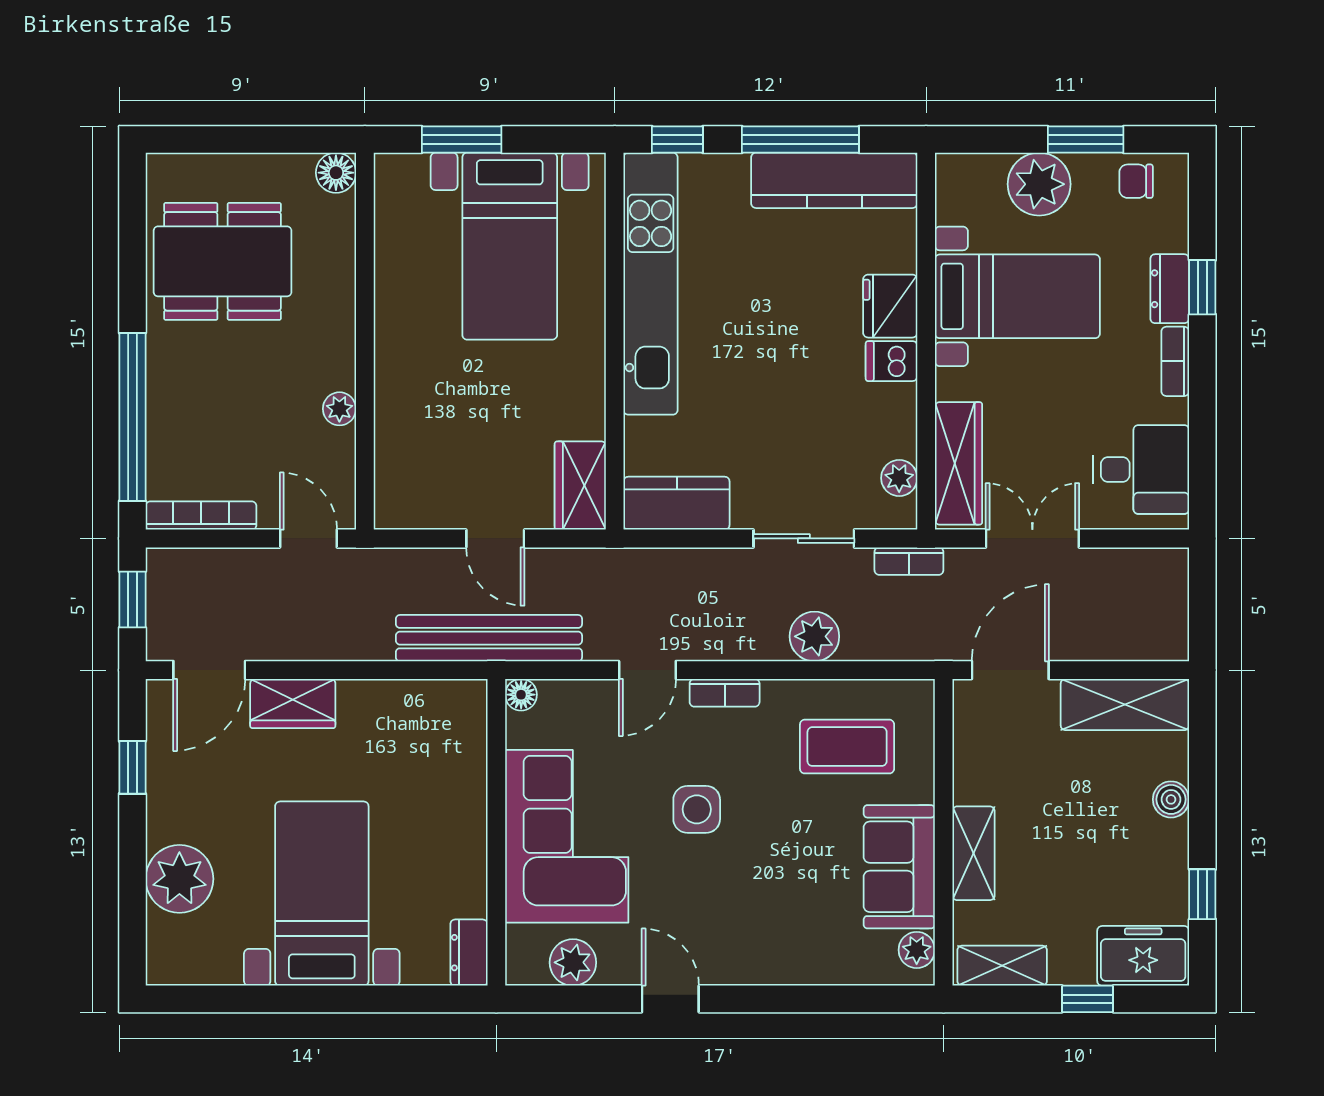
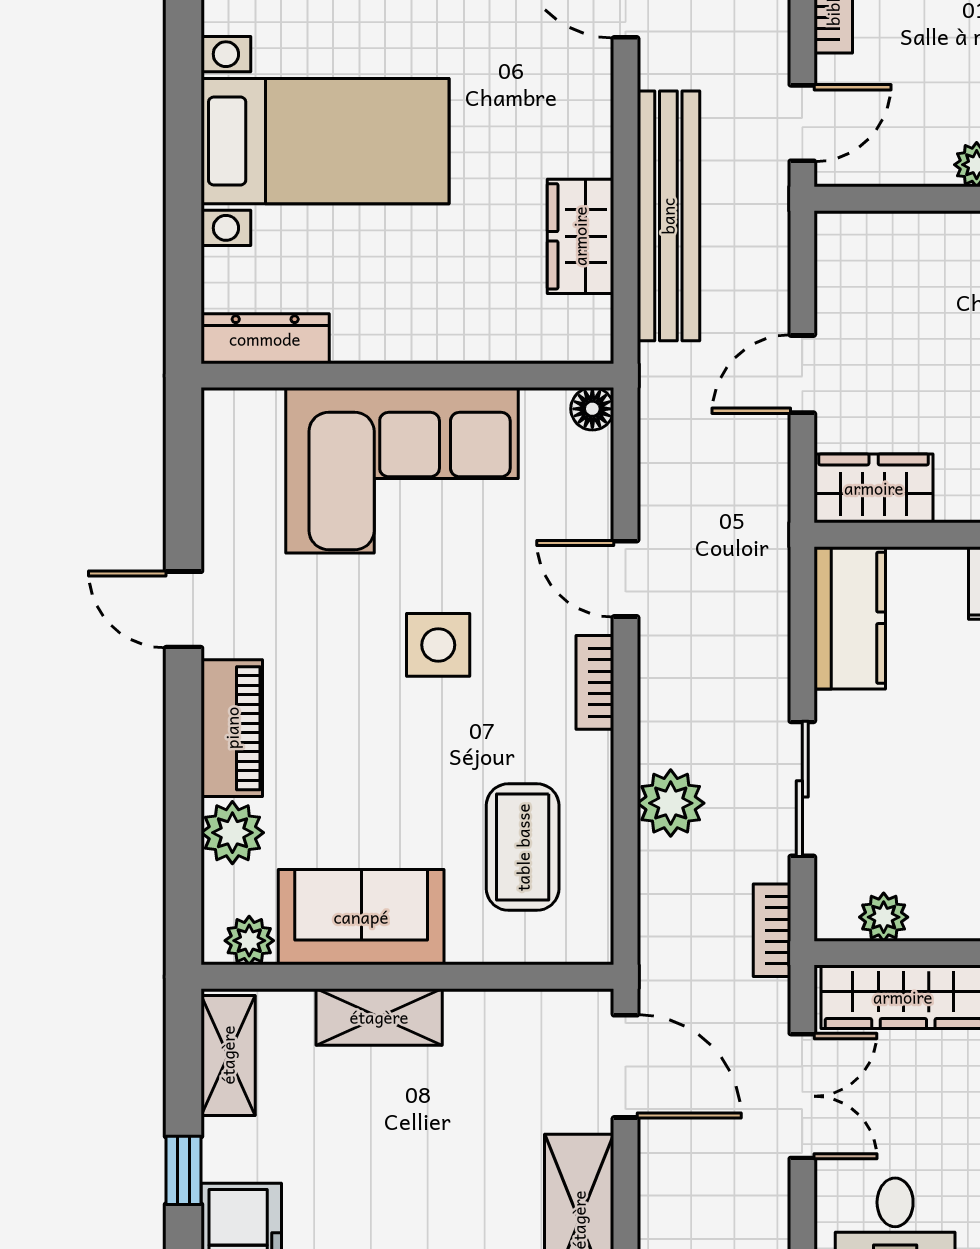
bench: (489, 638) -> (668, 216), moved
wardrobe: (293, 704) -> (580, 236), moved
dresser: (469, 953) -> (265, 339), width x1.44
plant: (573, 962) -> (232, 833), moved
piano: (759, 963) -> (232, 728), added
door: (670, 999) -> (183, 609), swing flipped

